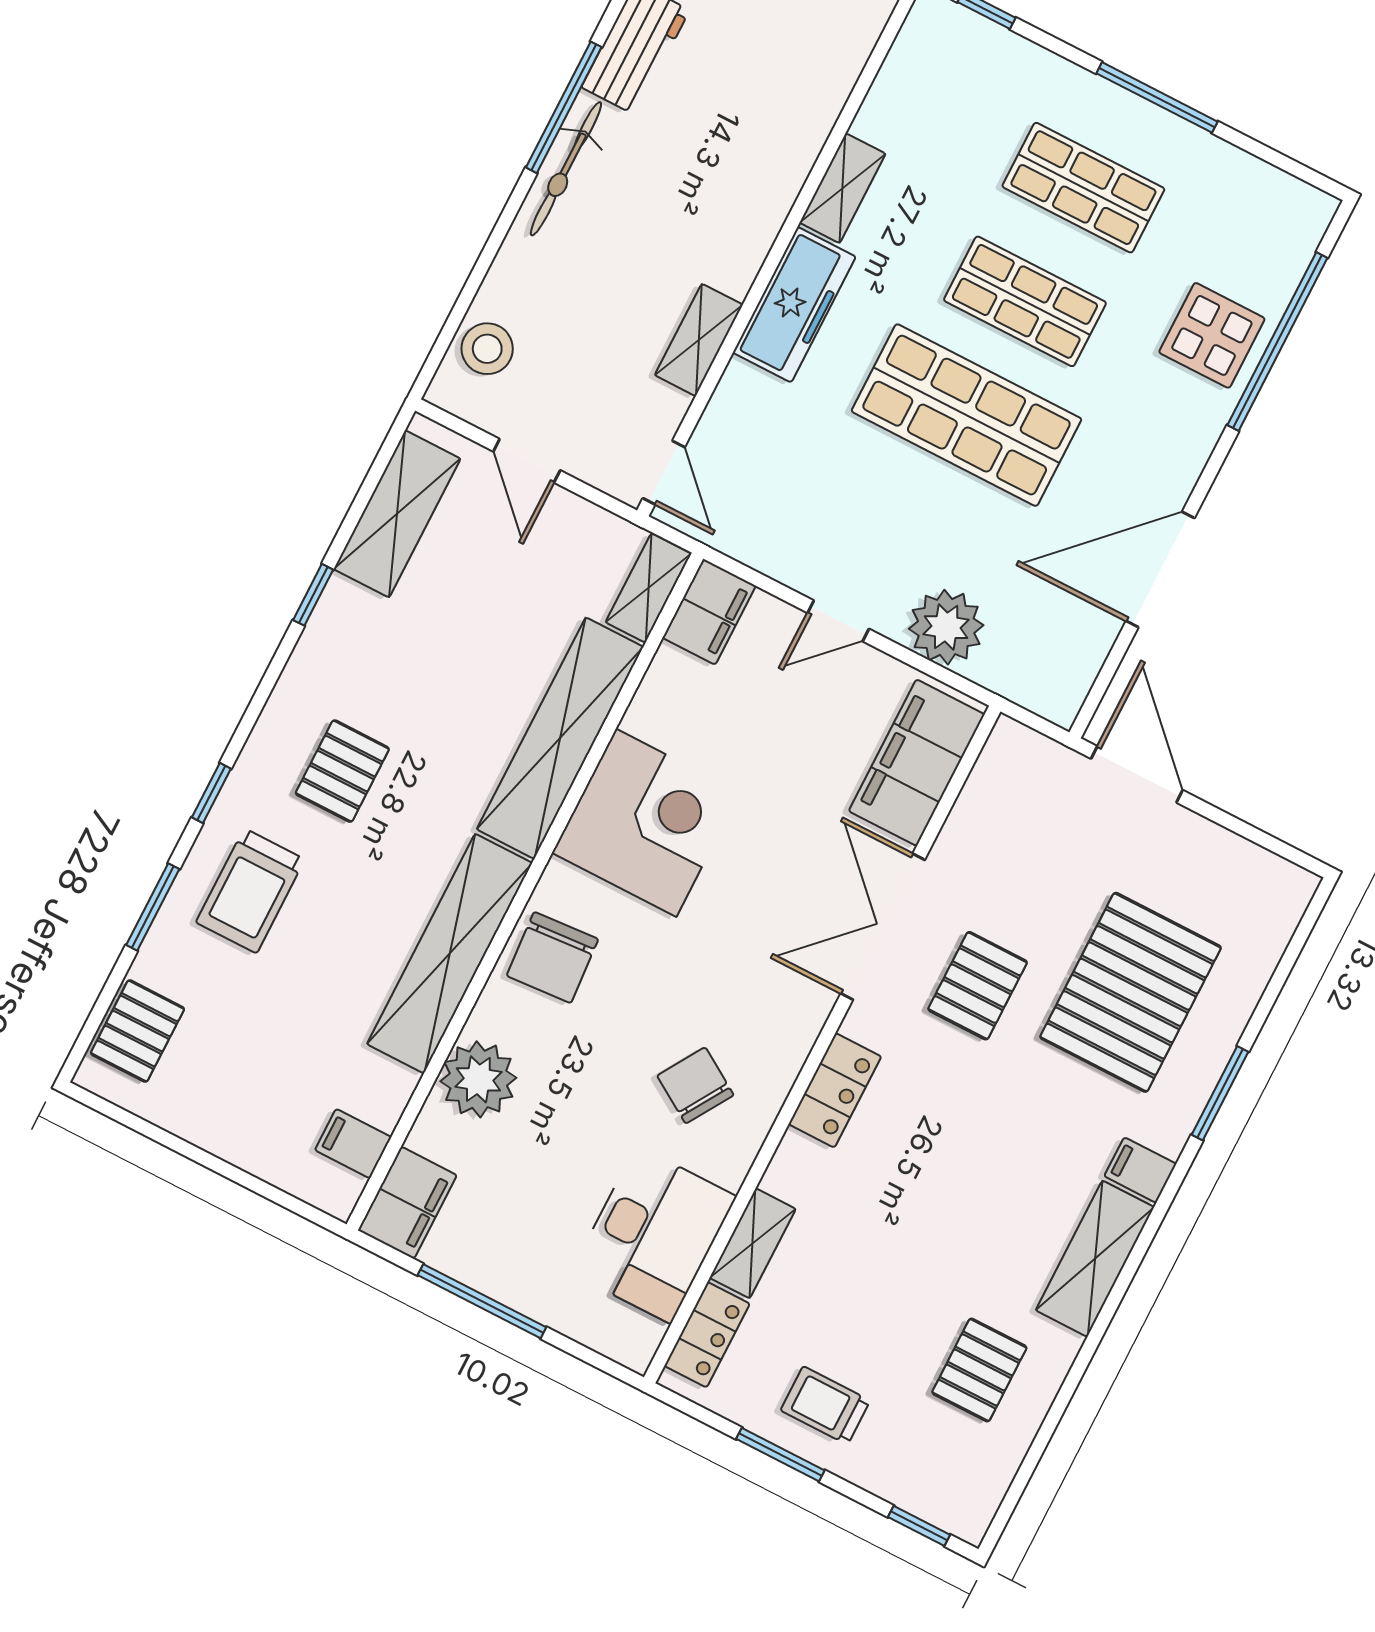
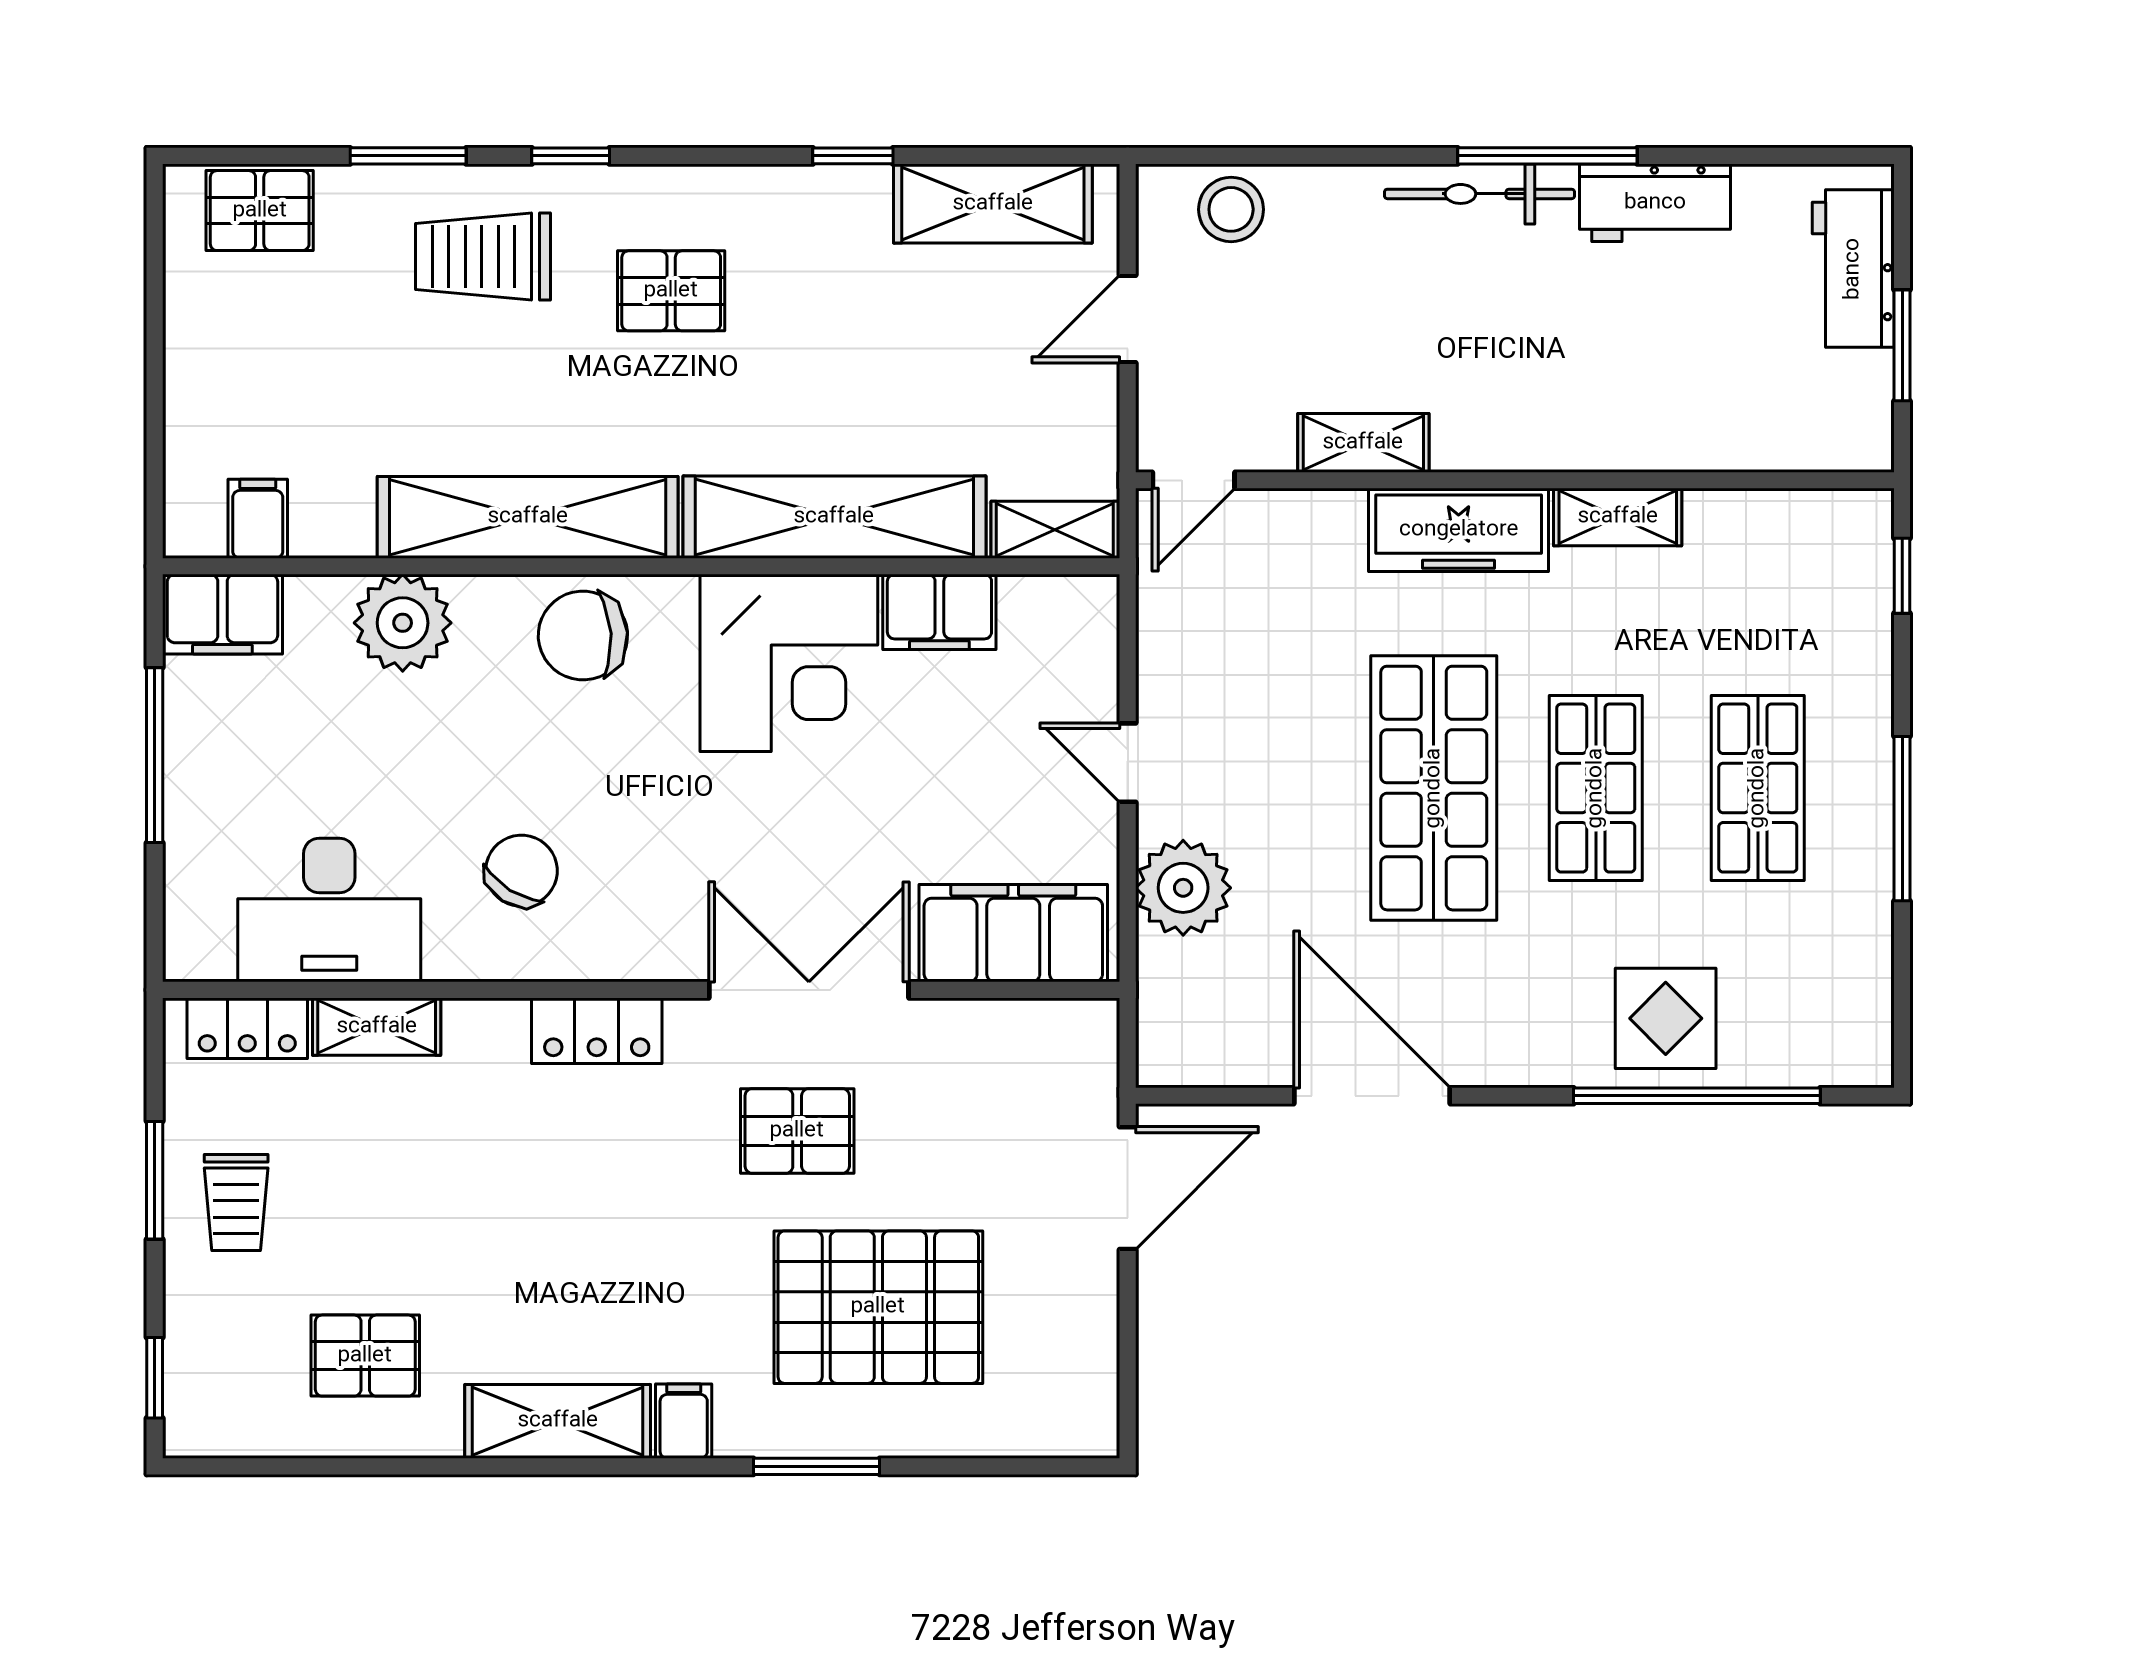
filing cabinet: (709, 612) -> (939, 612), moved
trolley: (825, 1405) -> (236, 1202), turned 180

